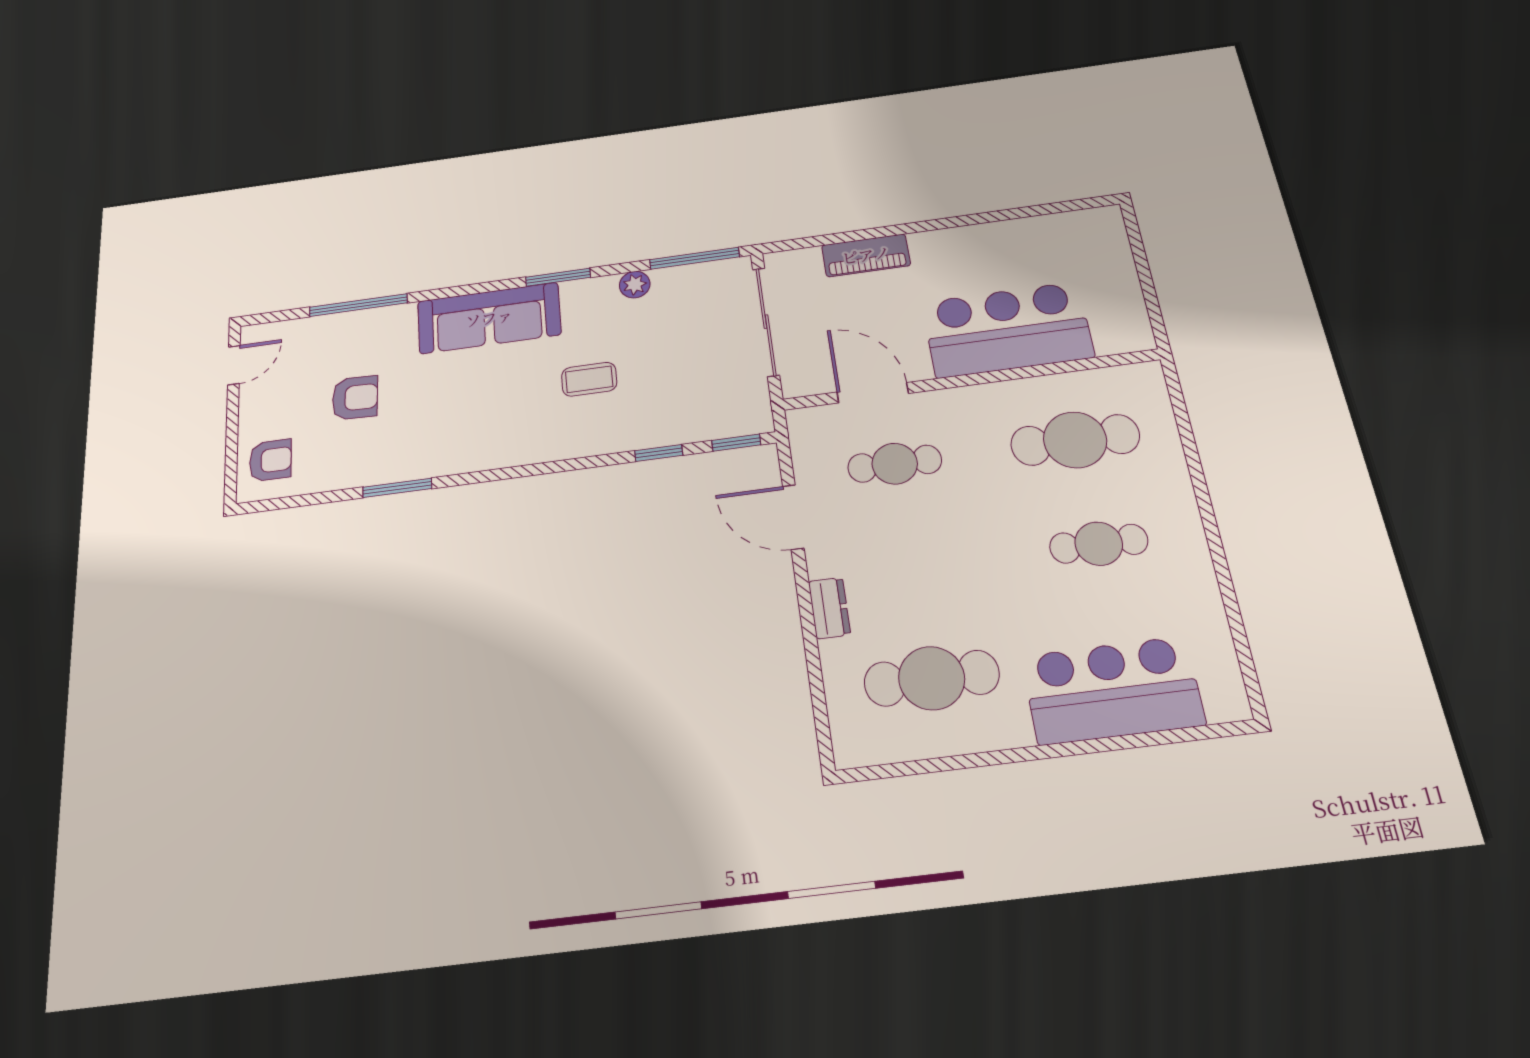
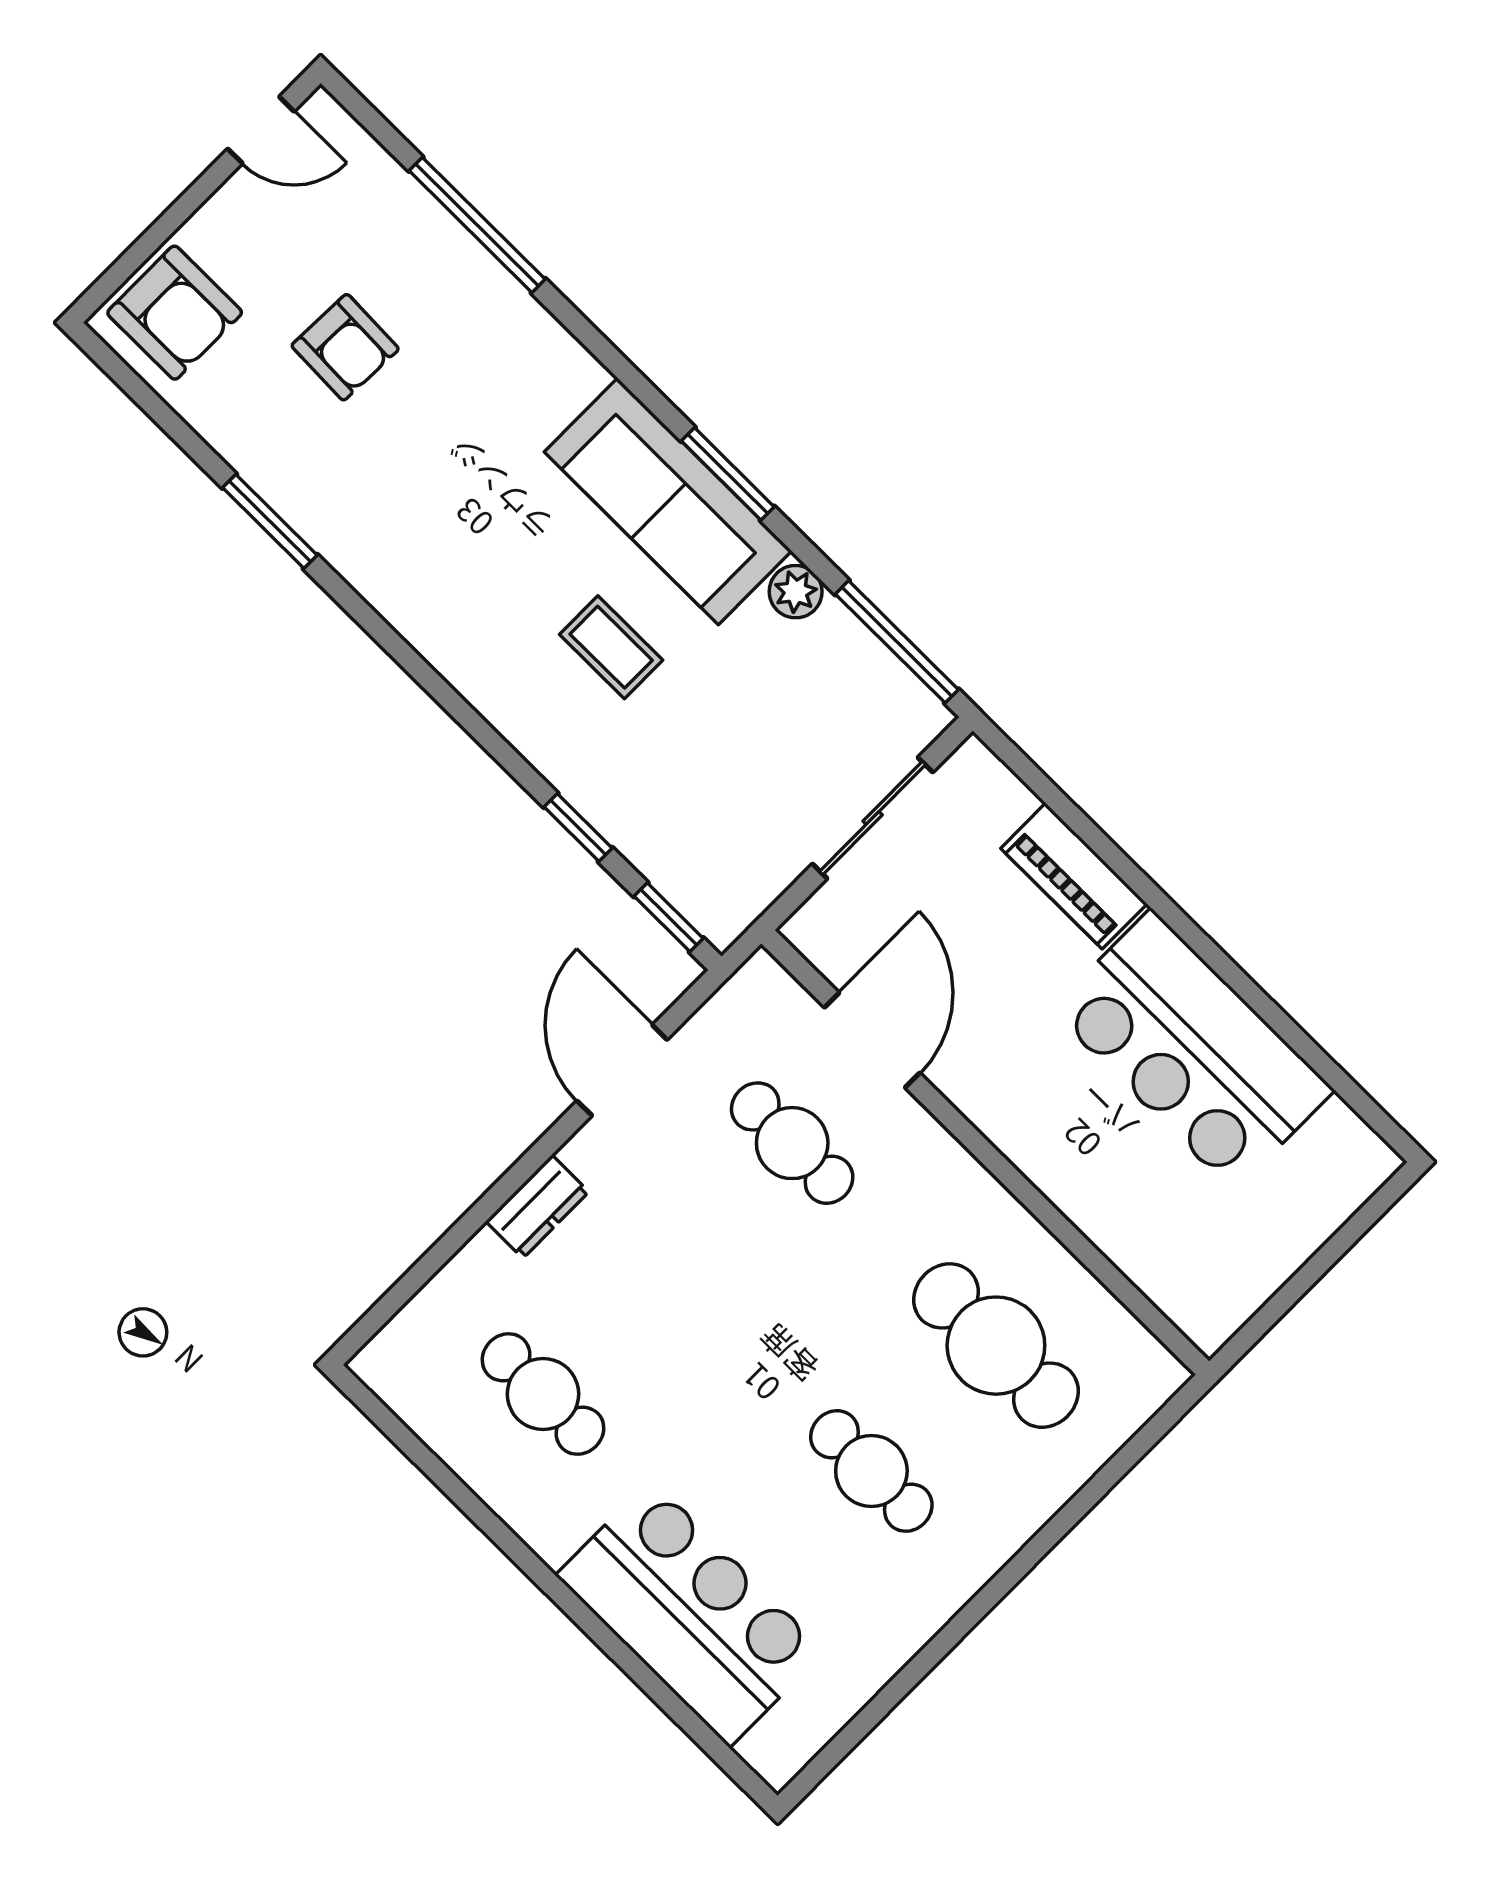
sofa: (489, 318) -> (668, 501), moved
sliding door: (766, 322) -> (873, 818), width x0.73
bar counter: (1007, 330) -> (1192, 1050), moved, turned 180
armchair: (270, 460) -> (175, 313), width x1.38, depth x1.38
cafe table: (932, 678) -> (543, 1394), width x0.73, depth x0.74

